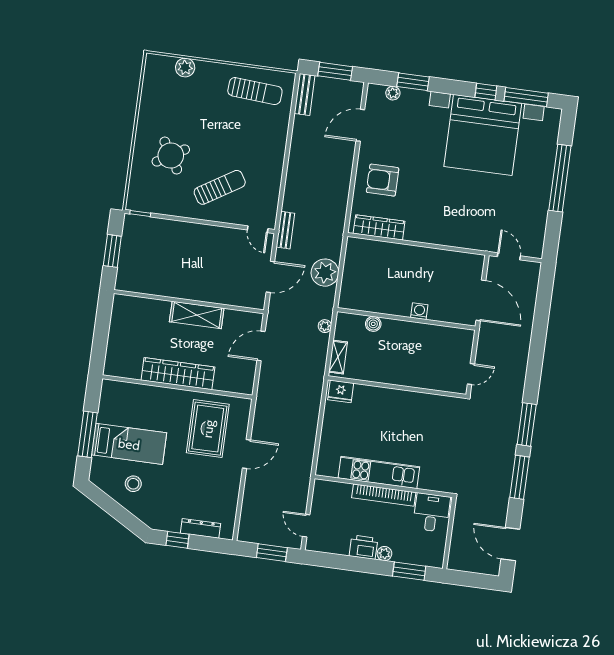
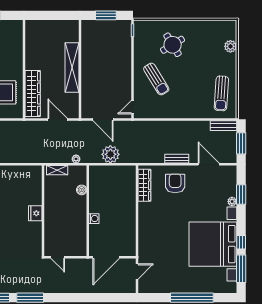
plant: (393, 93) -> (232, 201), moved
bench: (285, 230) -> (177, 159), moved
shelving: (197, 315) -> (72, 67), width x1.47
wardrobe: (178, 374) -> (33, 94), moved
fridge: (341, 391) -> (35, 213), moved

